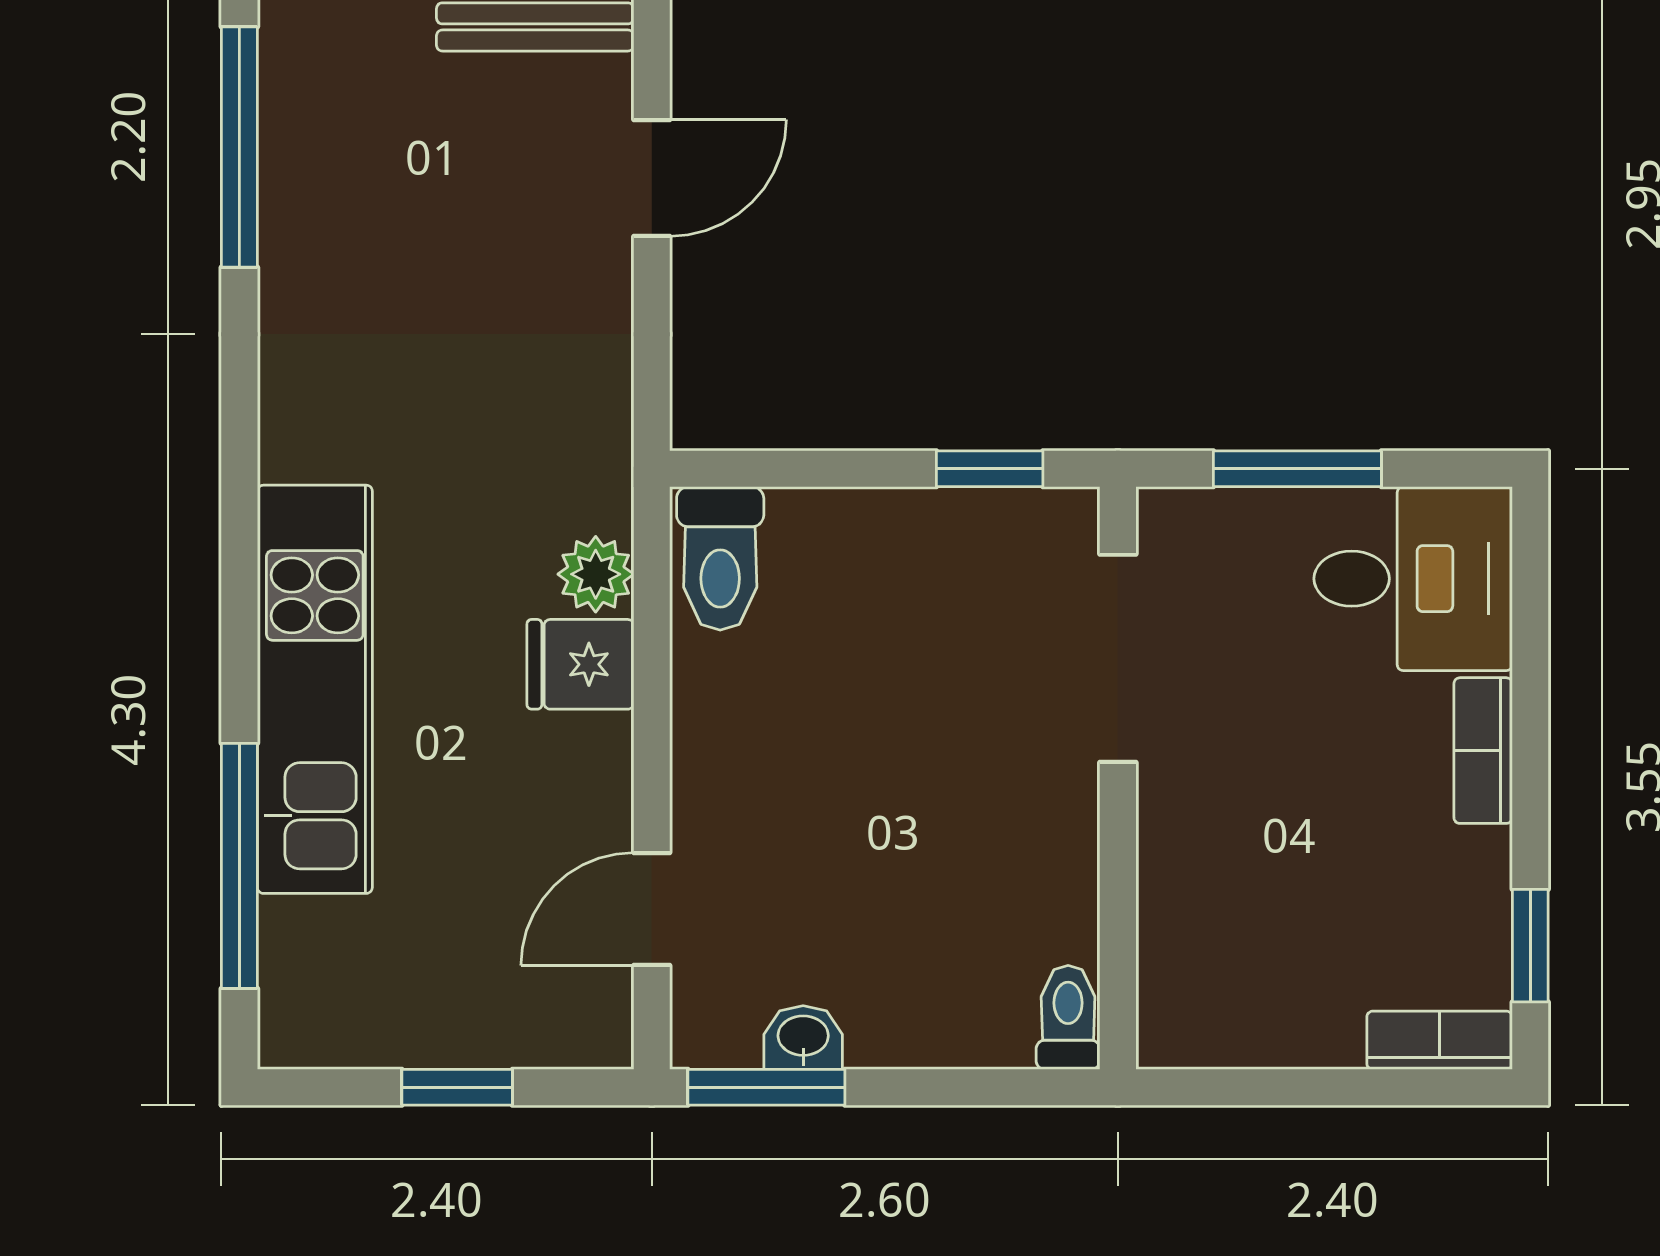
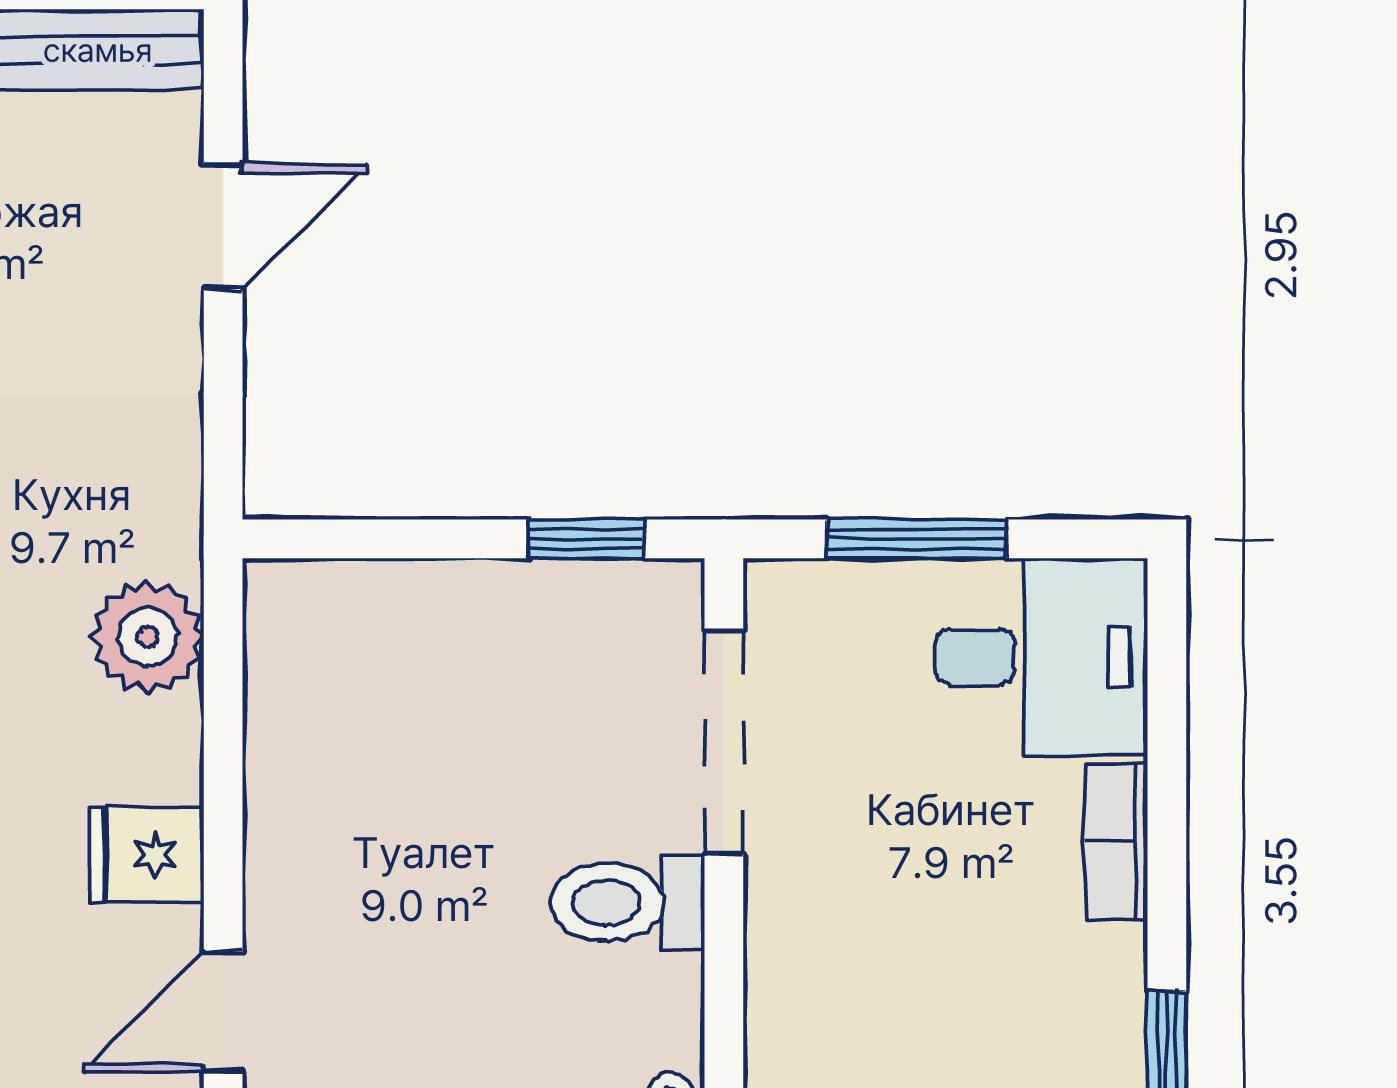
toilet: (720, 558) -> (628, 902), moved, turned 90
plant: (596, 574) -> (148, 637), width x1.38, depth x1.38
fridge: (580, 664) -> (146, 855), moved

